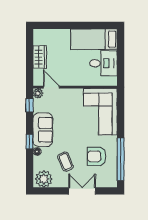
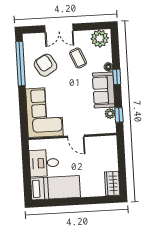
wardrobe: (40, 57) -> (112, 184), moved
door: (51, 87) -> (76, 136), moved
plant: (38, 93) -> (110, 114), moved
armchair: (97, 156) -> (46, 65), turned -121

